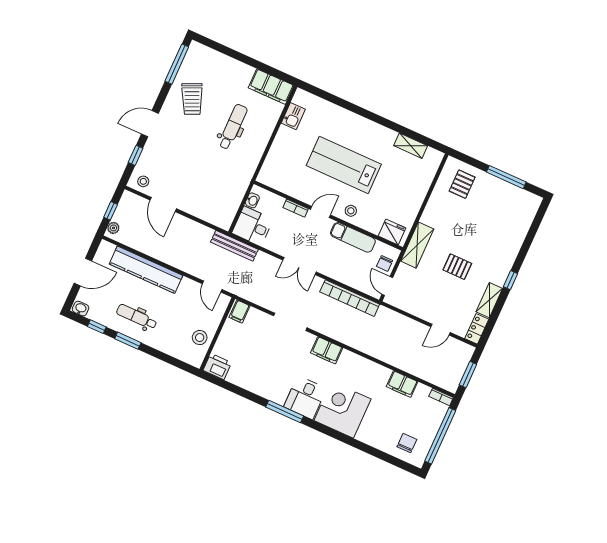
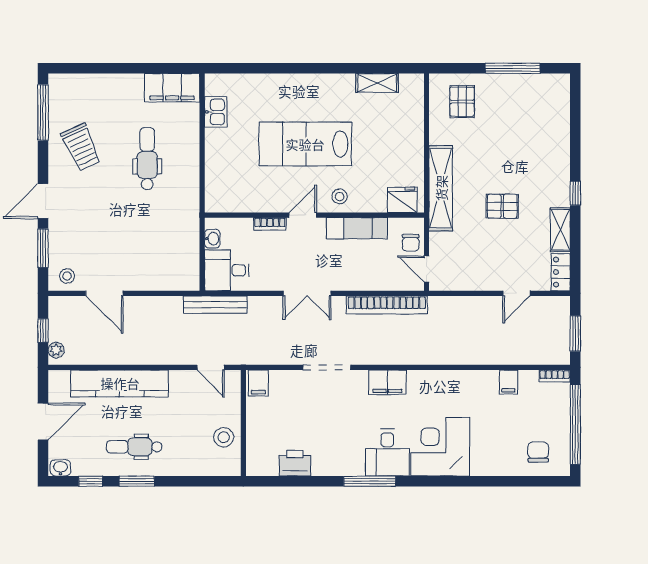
window: (136, 155) -> (43, 248), width x1.50
shelving: (417, 245) -> (441, 188), width x1.47
printer: (217, 366) -> (295, 463), moved
filing cabinet: (402, 384) -> (508, 382), width x0.50

